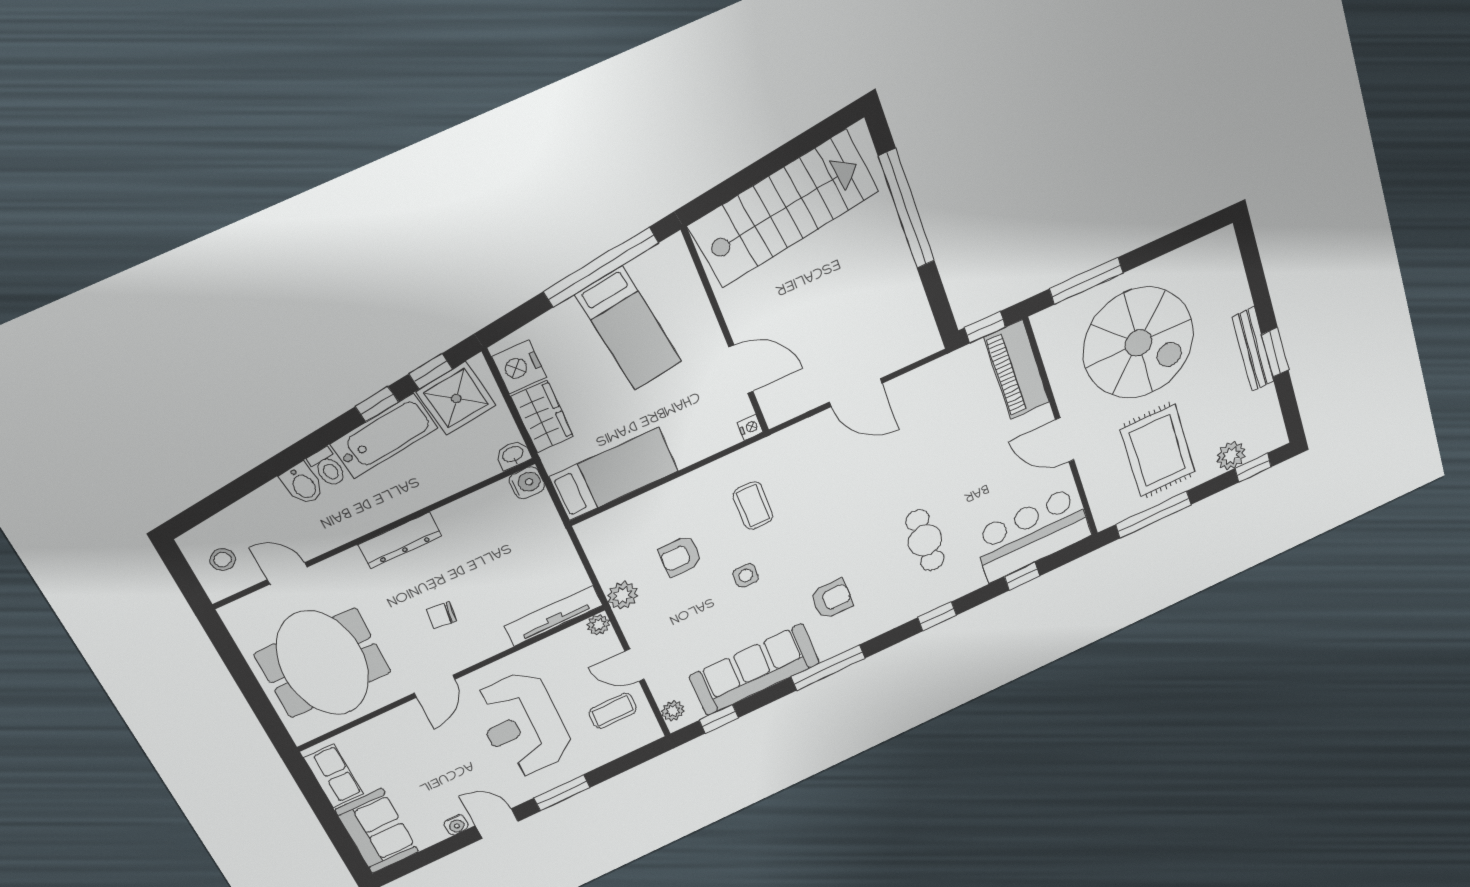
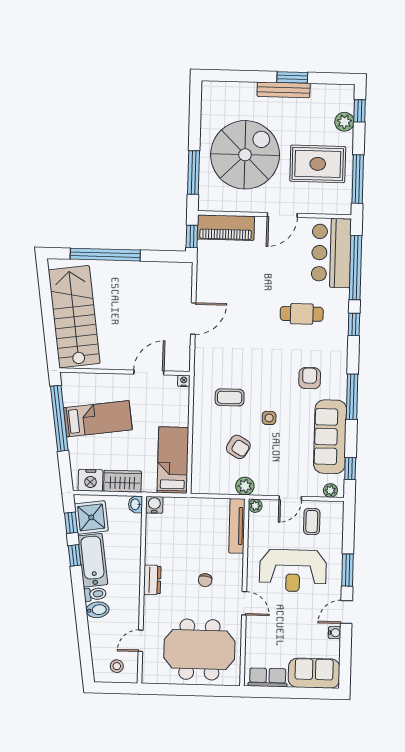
dresser: (400, 540) -> (152, 580), width x0.70
armchair: (680, 556) -> (238, 447), turned -59
window: (1022, 576) -> (355, 268), width x3.17

